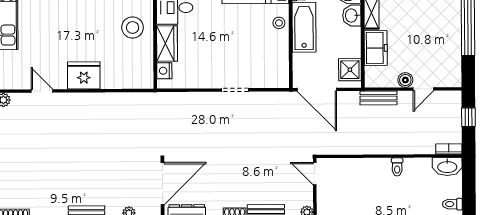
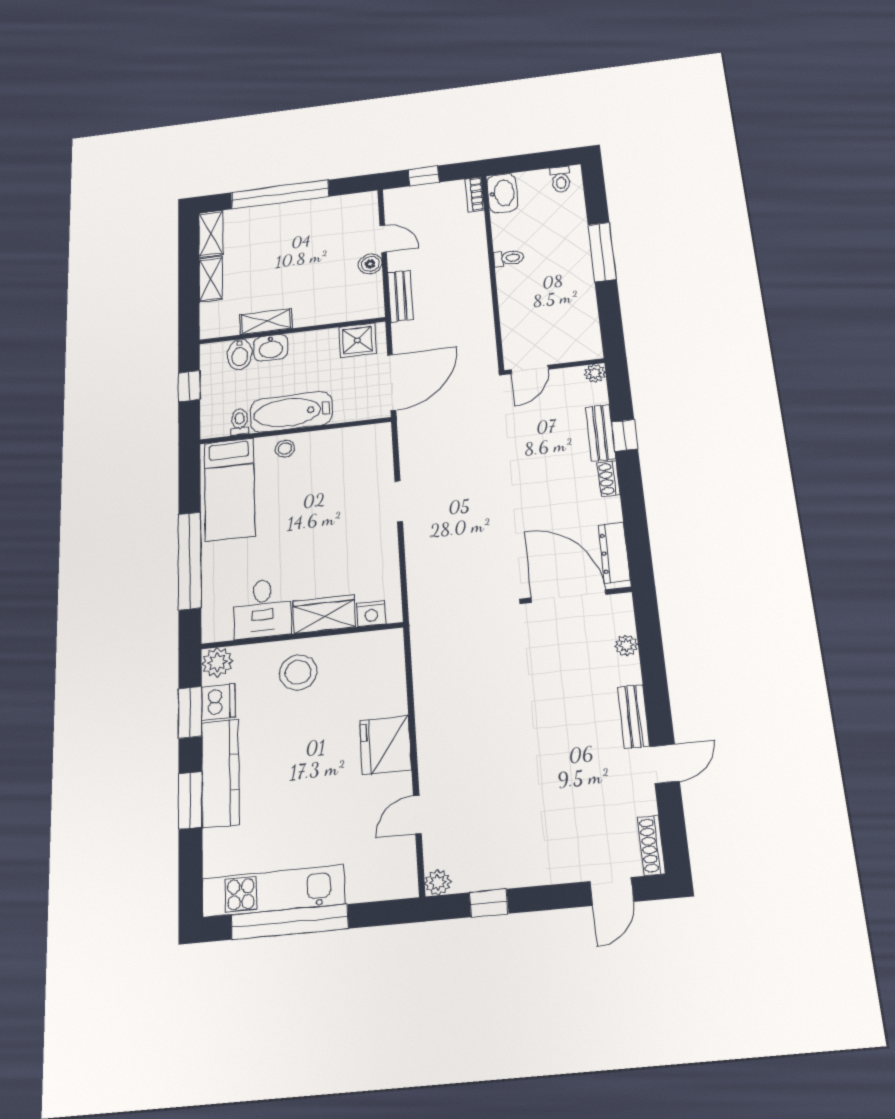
freezer: (376, 48) -> (321, 309), removed

